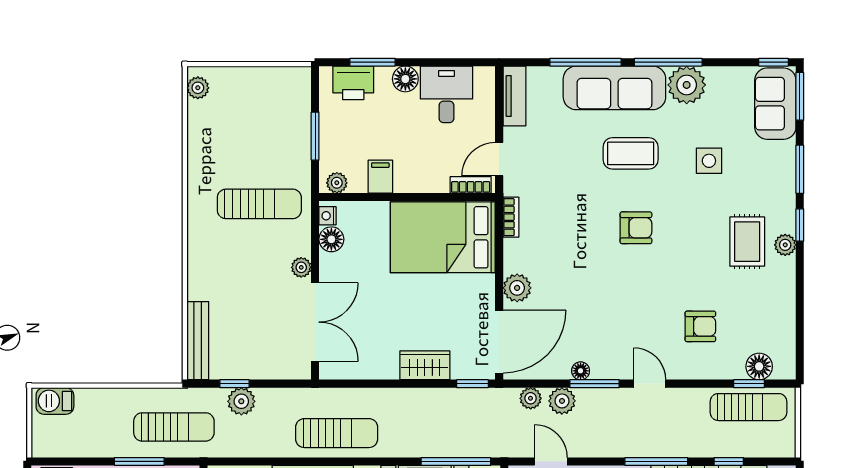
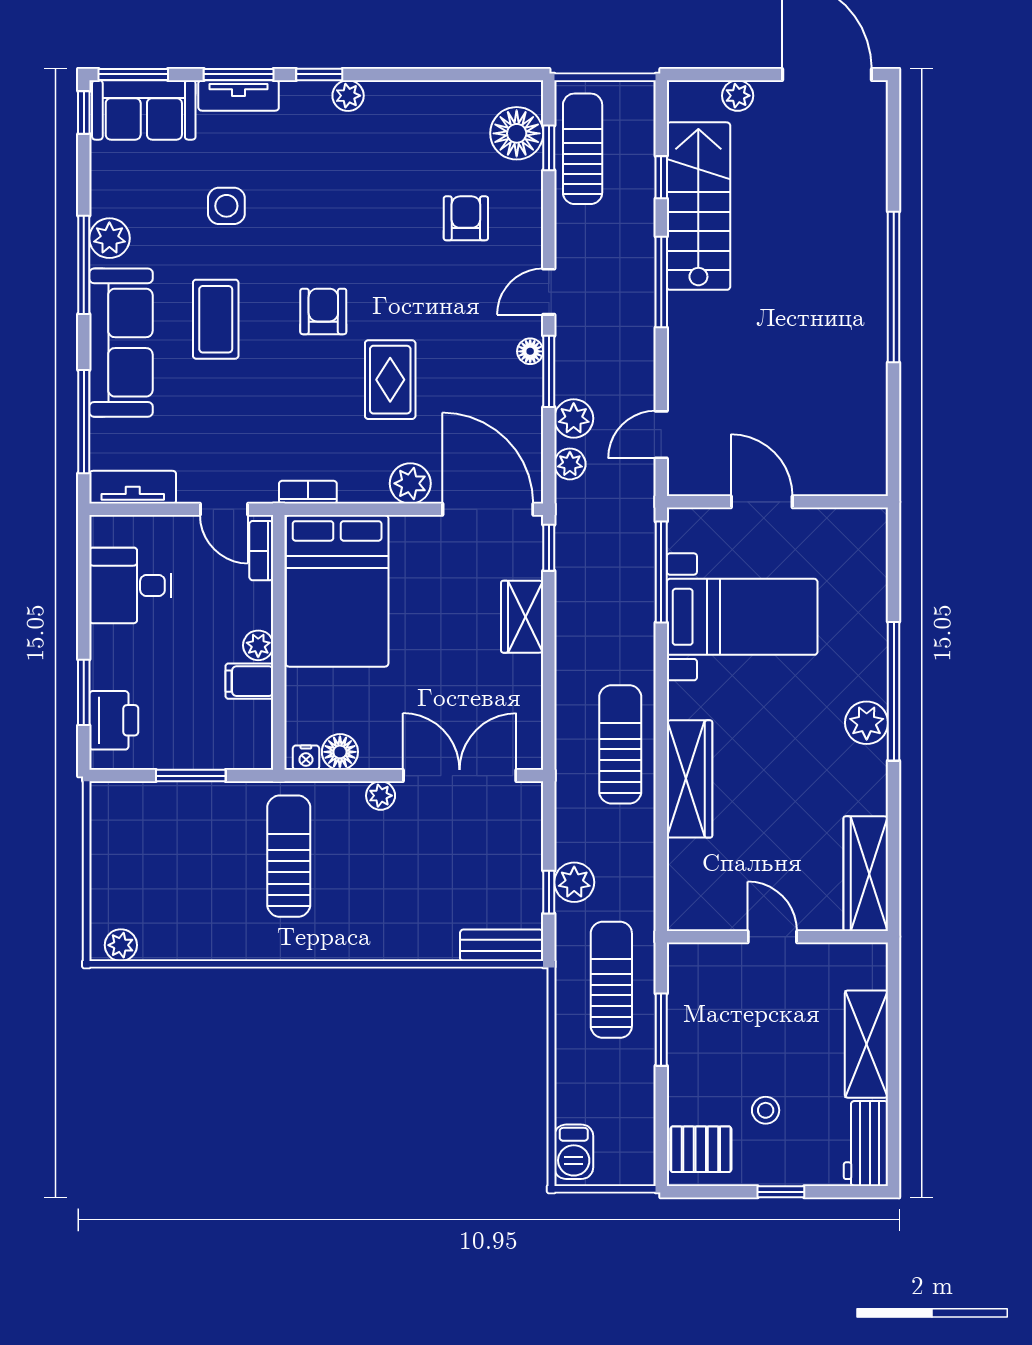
window: (585, 62) -> (84, 422), moved
floor lamp: (405, 79) -> (108, 645), removed
plant: (687, 85) -> (109, 238), width x0.73, depth x0.73
tv unit: (785, 169) -> (239, 95), added
plant: (337, 183) -> (258, 645), moved
rug: (747, 242) -> (390, 380), moved, turned 90
bench: (198, 341) -> (502, 945), width x0.73
floor lamp: (759, 366) -> (517, 133), width x1.38, depth x1.38
floor lamp: (581, 371) -> (530, 351), moved

